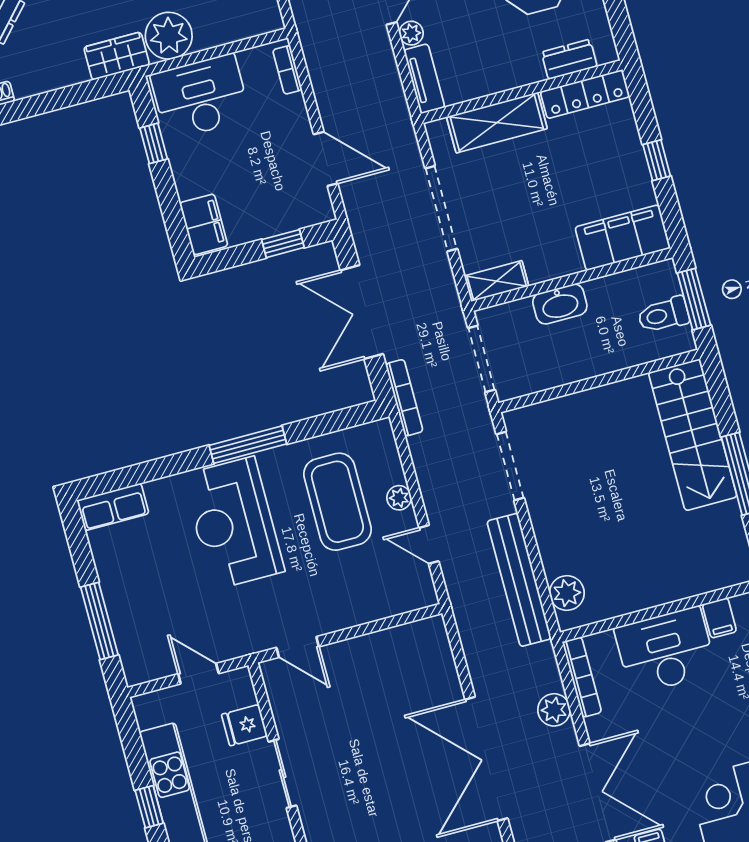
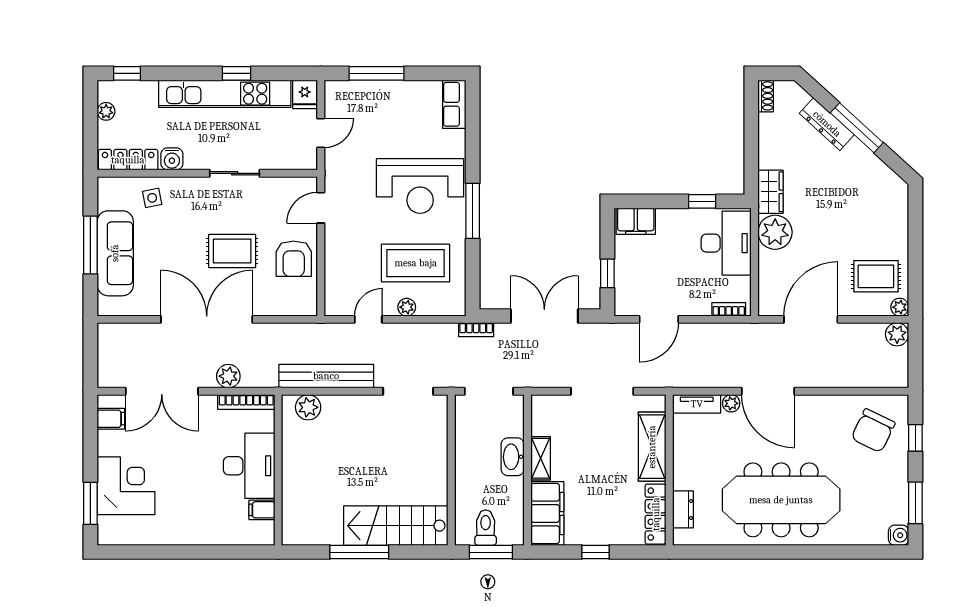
shelving: (497, 281) -> (541, 458), moved
bookcase: (404, 398) -> (476, 330), width x0.64
reception desk: (233, 523) -> (420, 186), turned 180
armchair: (375, 665) -> (294, 259), added
fridge: (244, 725) -> (305, 94), moved, turned 180
rug: (387, 749) -> (232, 251), added

